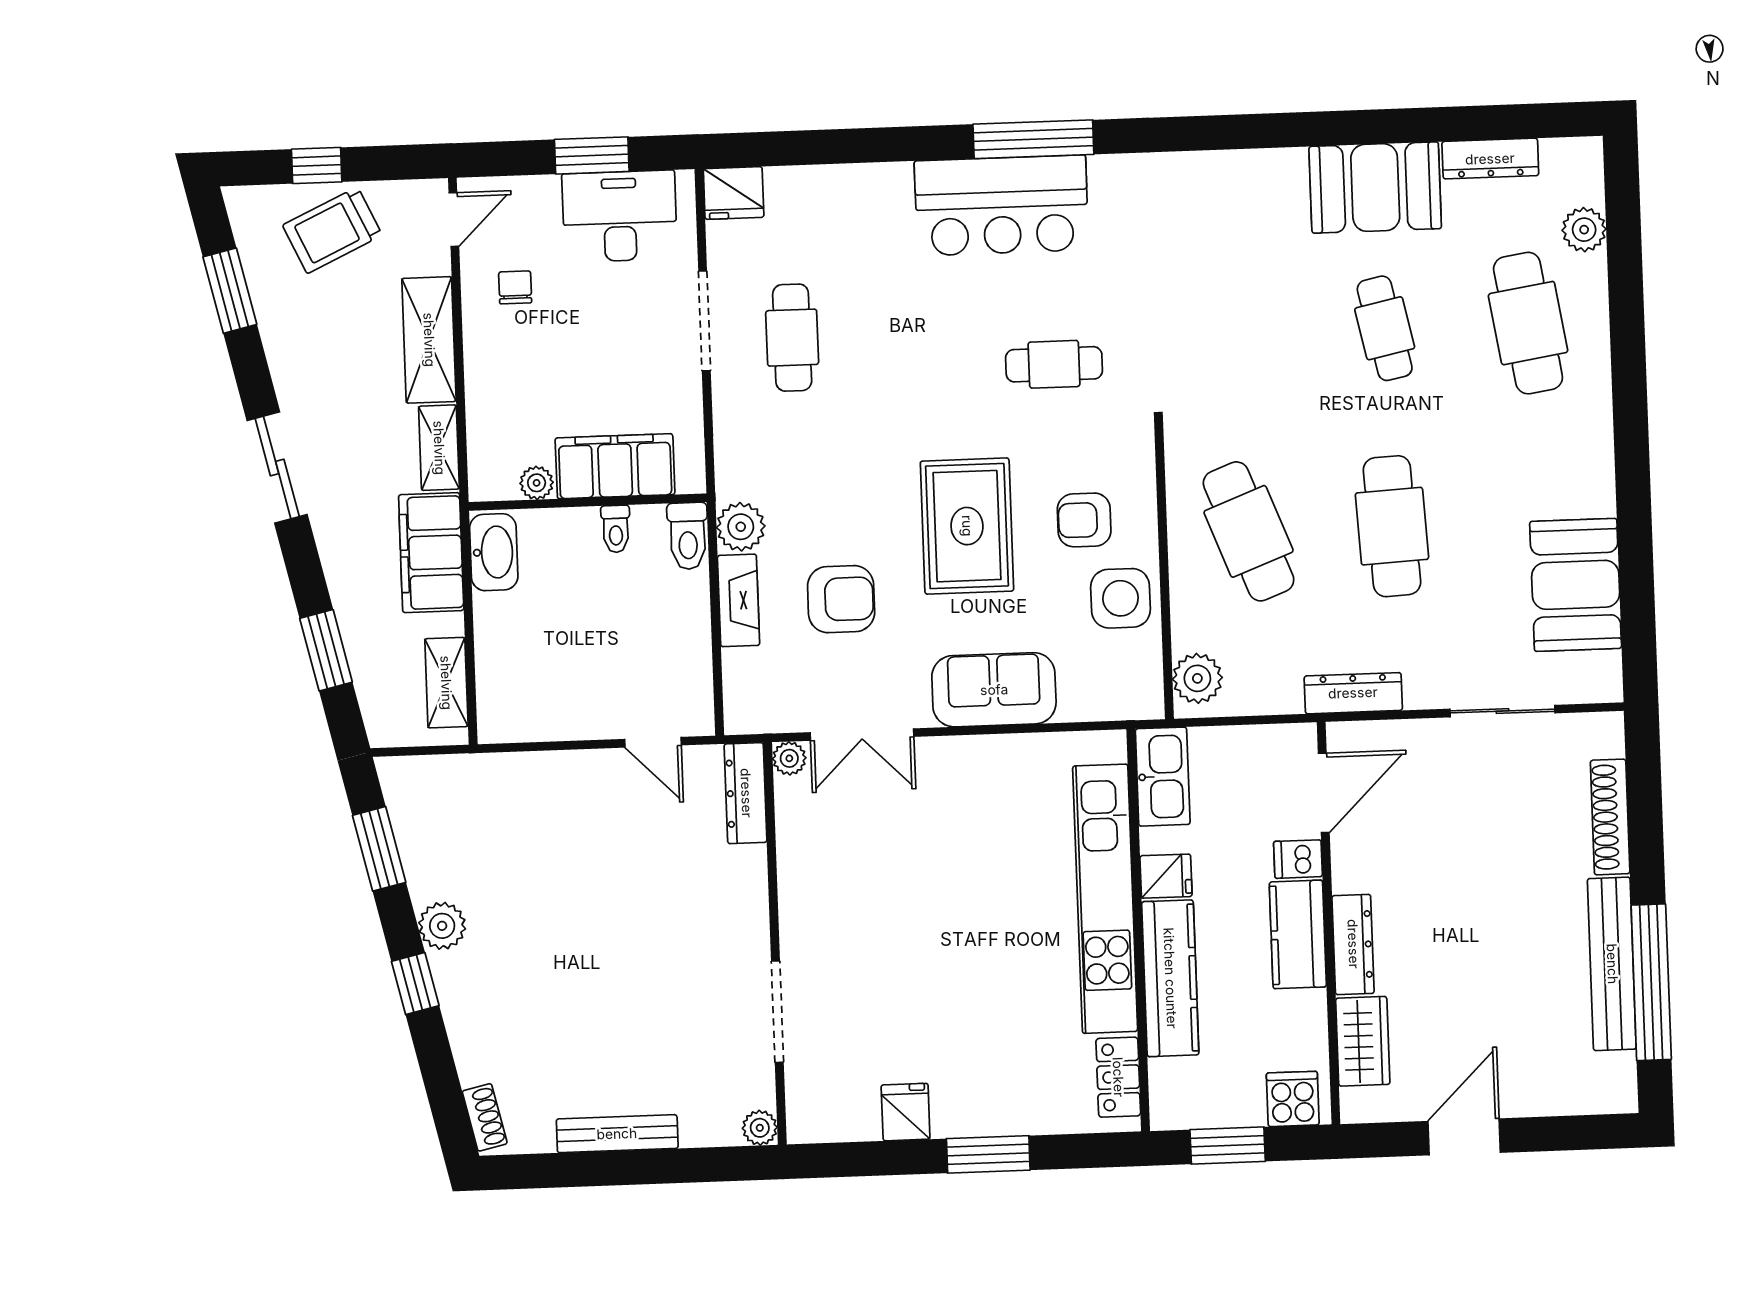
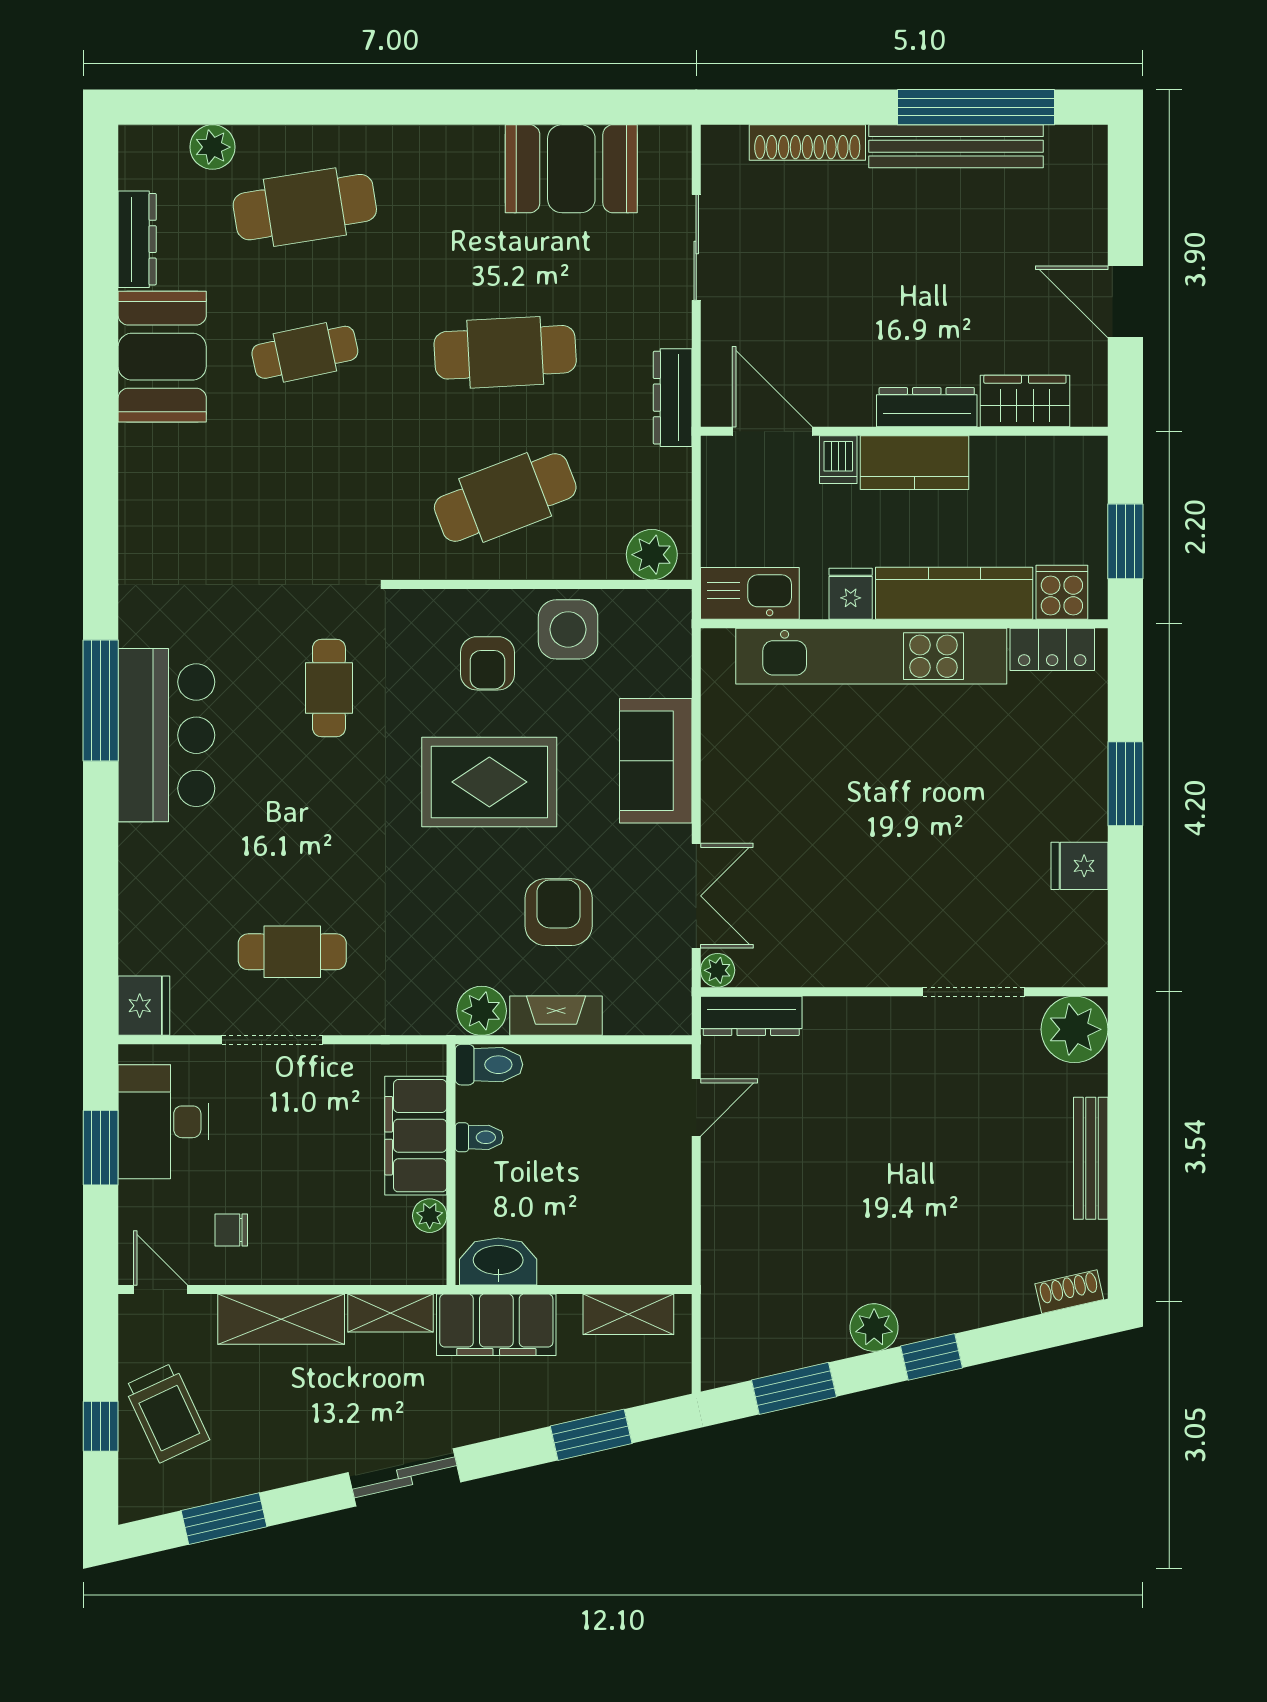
cooker: (1293, 1099) -> (1062, 592), moved, turned 90
plant: (760, 1128) -> (1075, 1029), width x1.87, depth x1.87

